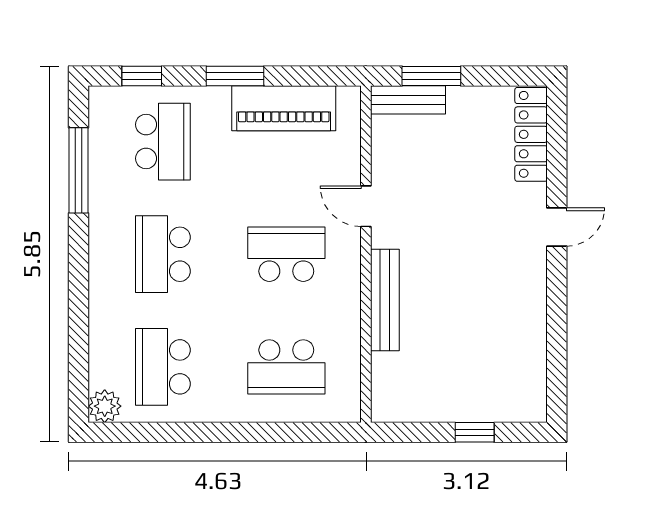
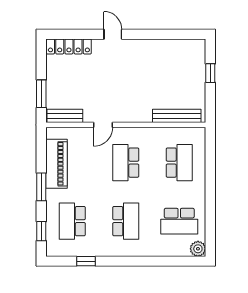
bench: (408, 100) -> (65, 116), moved, turned 90
school desk: (163, 142) -> (72, 221), turned -90
window: (79, 170) -> (86, 261), width x0.46
school desk: (163, 254) -> (126, 221), turned -90
bench: (385, 300) -> (177, 116), moved

